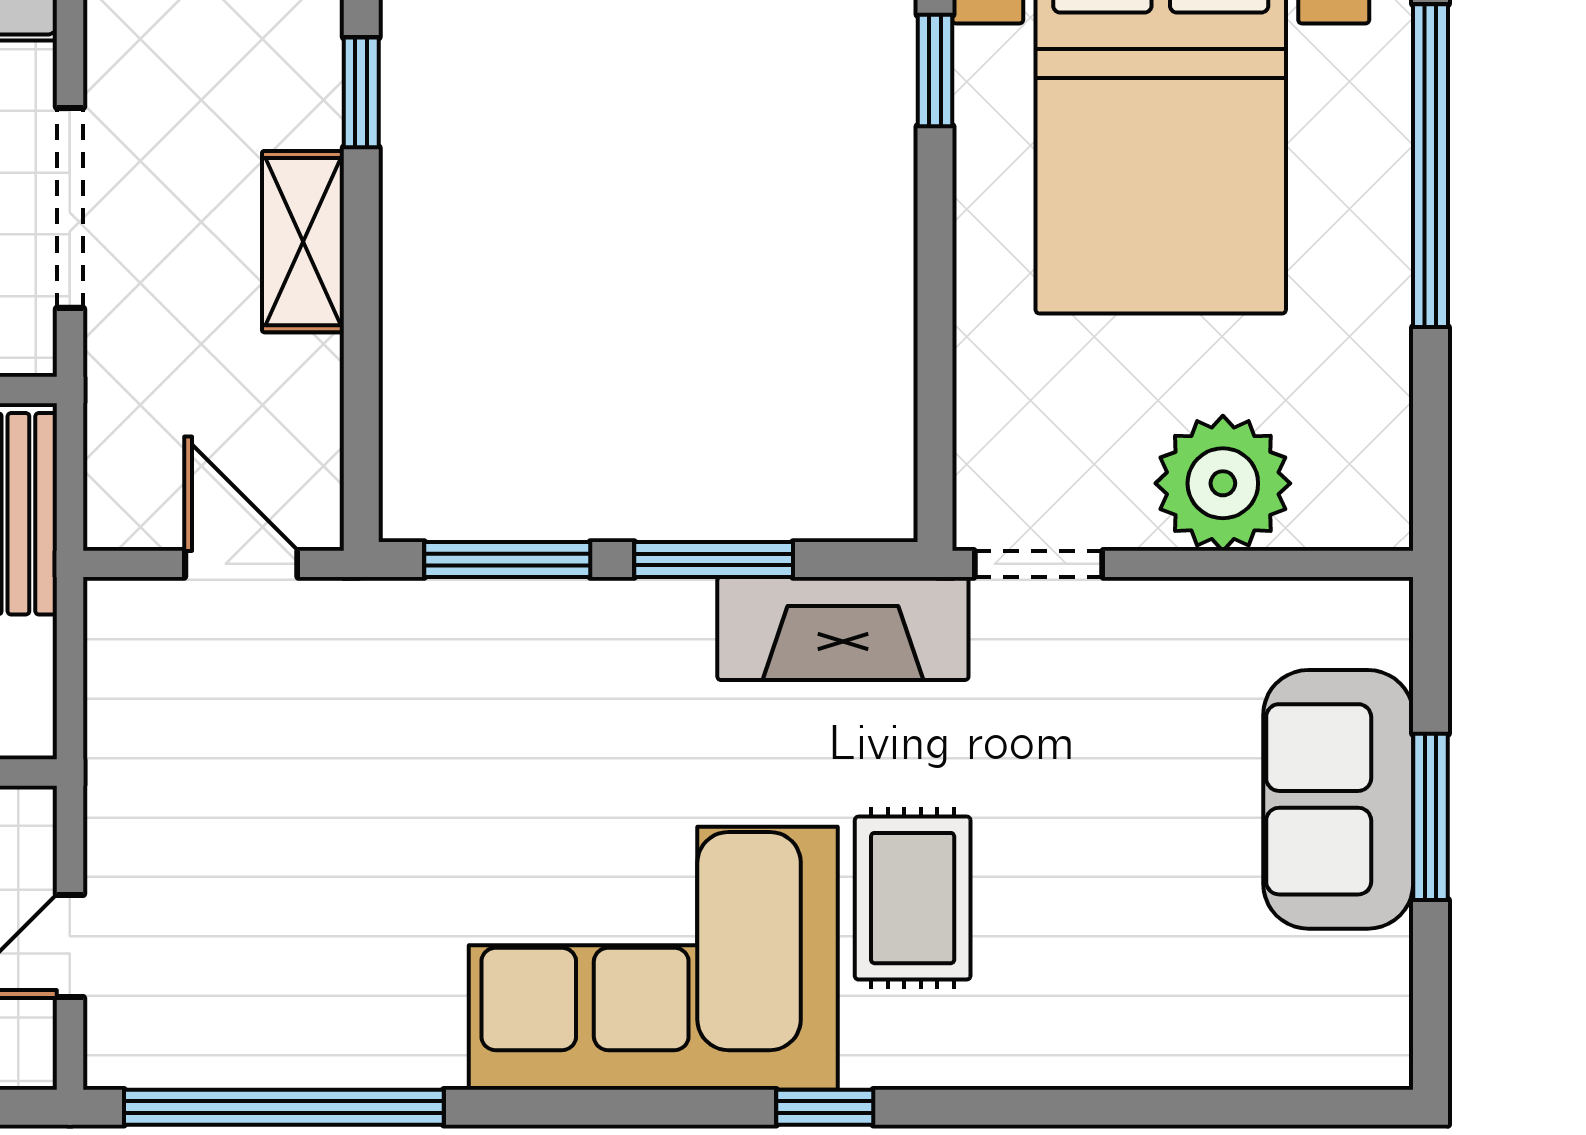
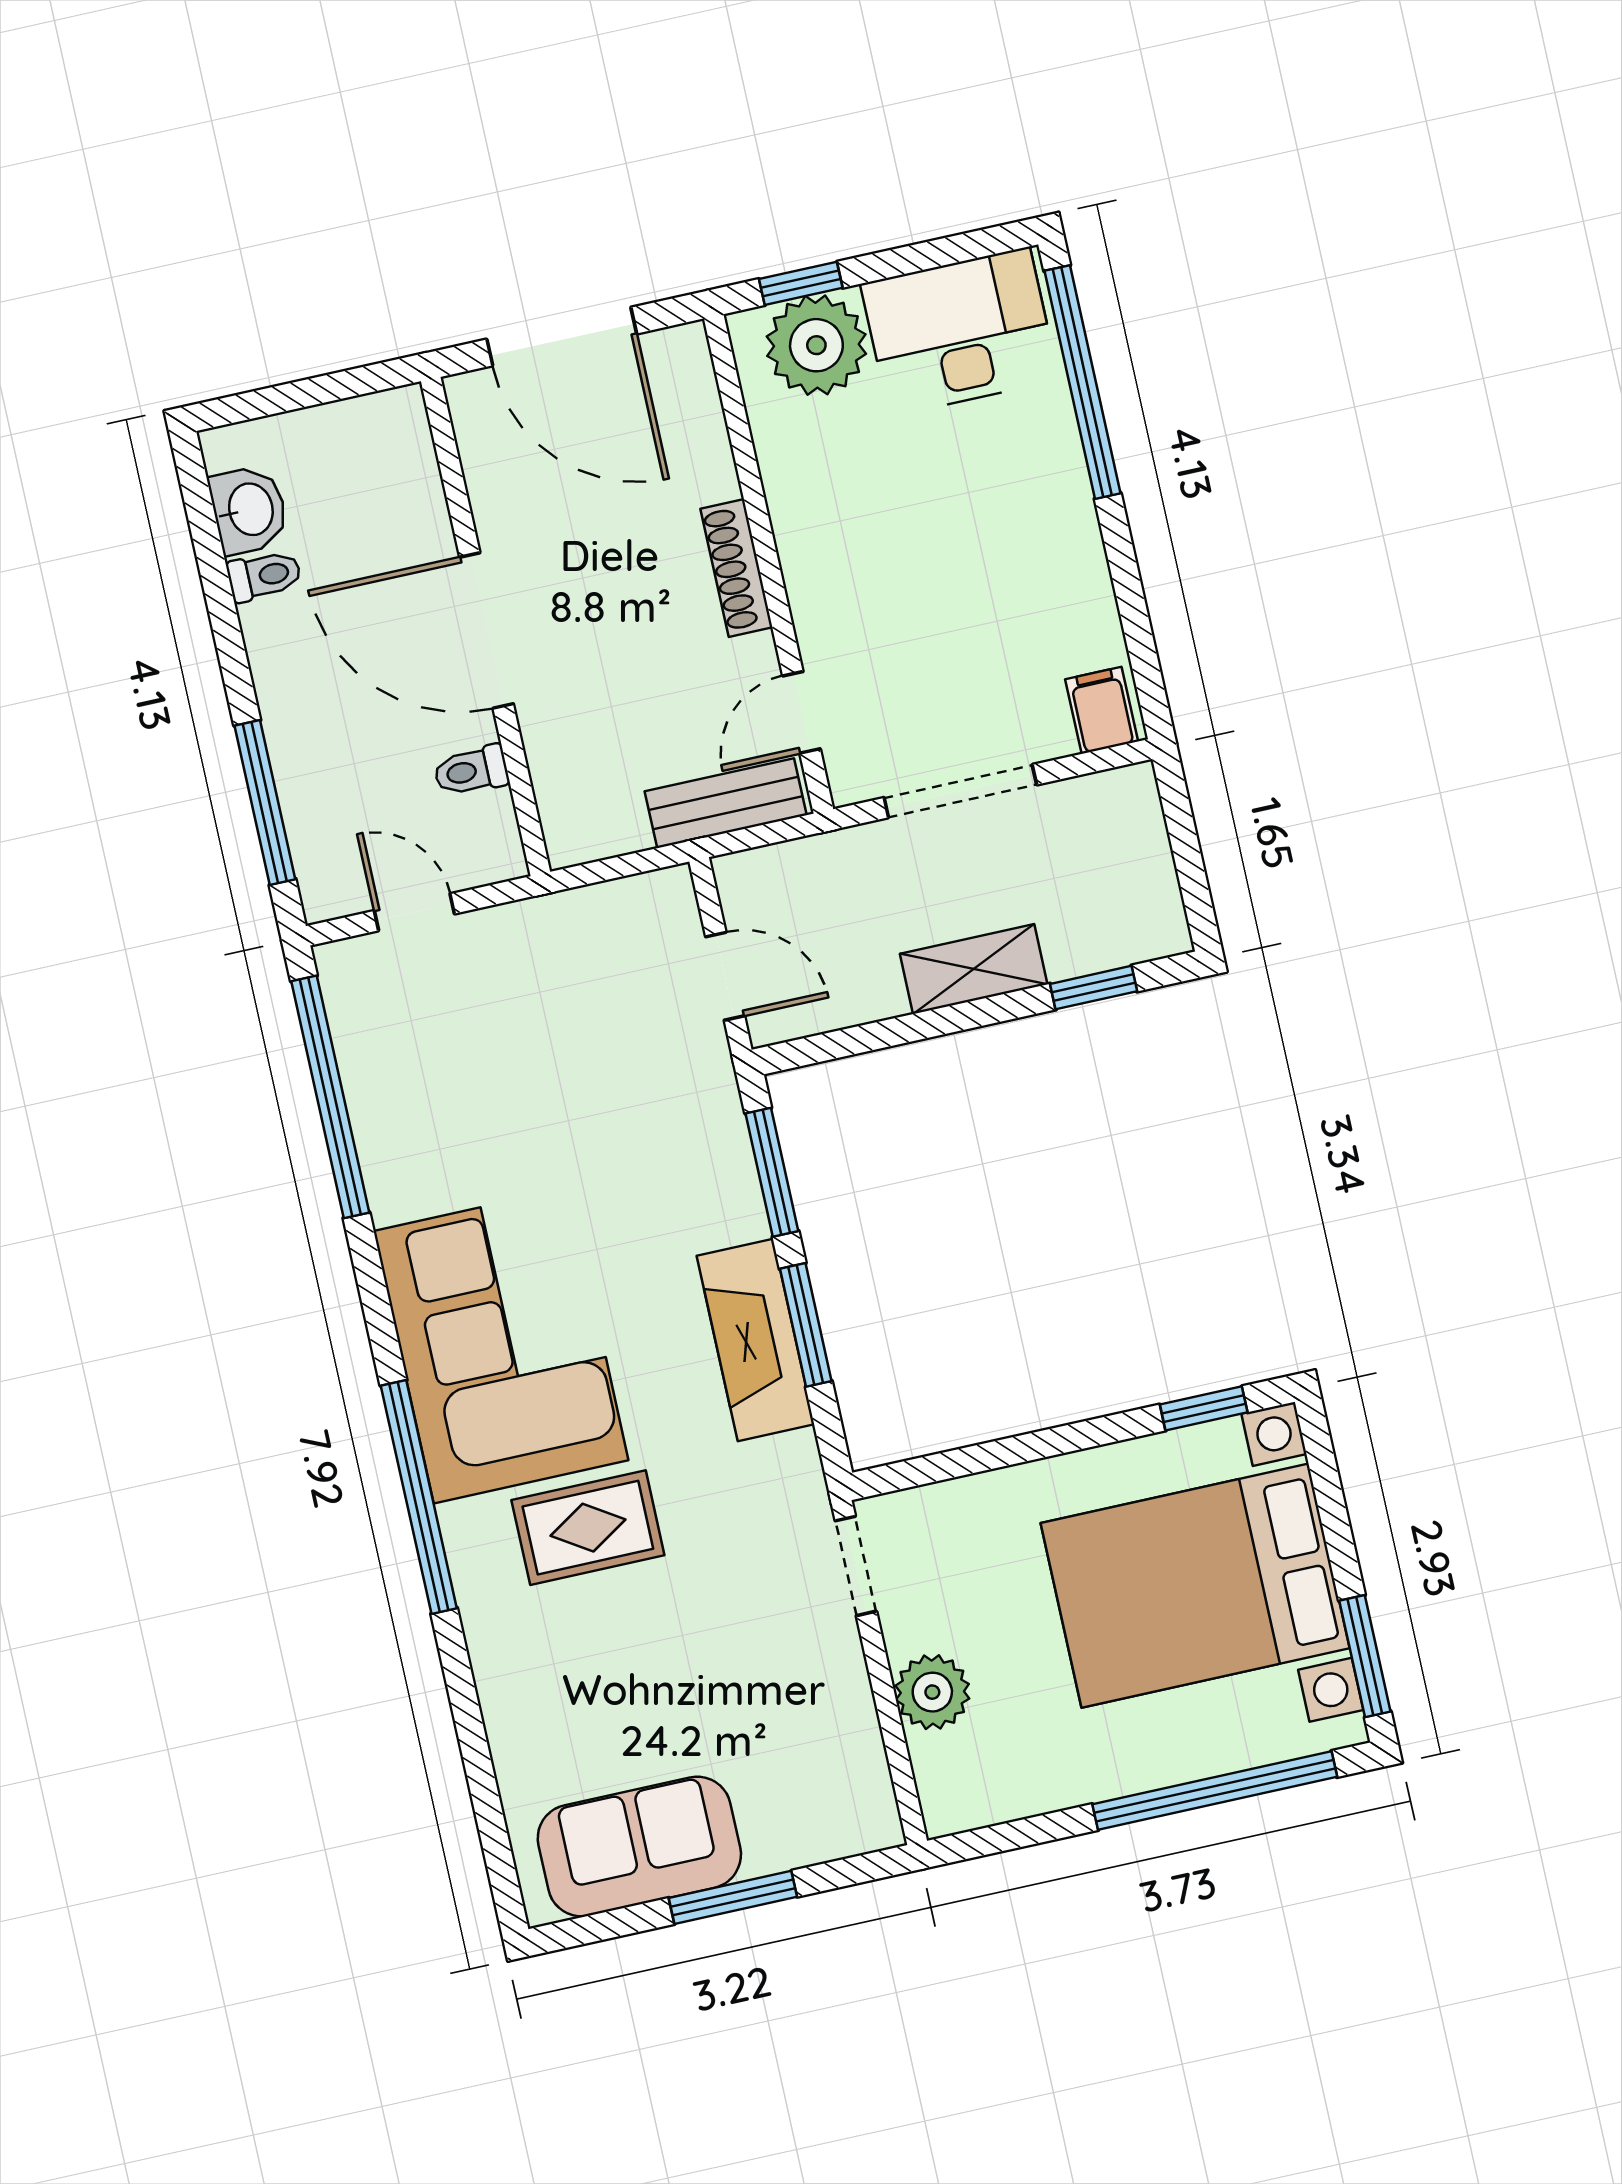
plant: (1223, 483) -> (932, 1692), width x0.73, depth x0.73
door: (241, 564) -> (725, 976), hinge flipped
fireplace: (843, 629) -> (755, 1340), moved
sofa: (1338, 799) -> (639, 1847), moved
window: (825, 1107) -> (419, 1497), width x3.17

